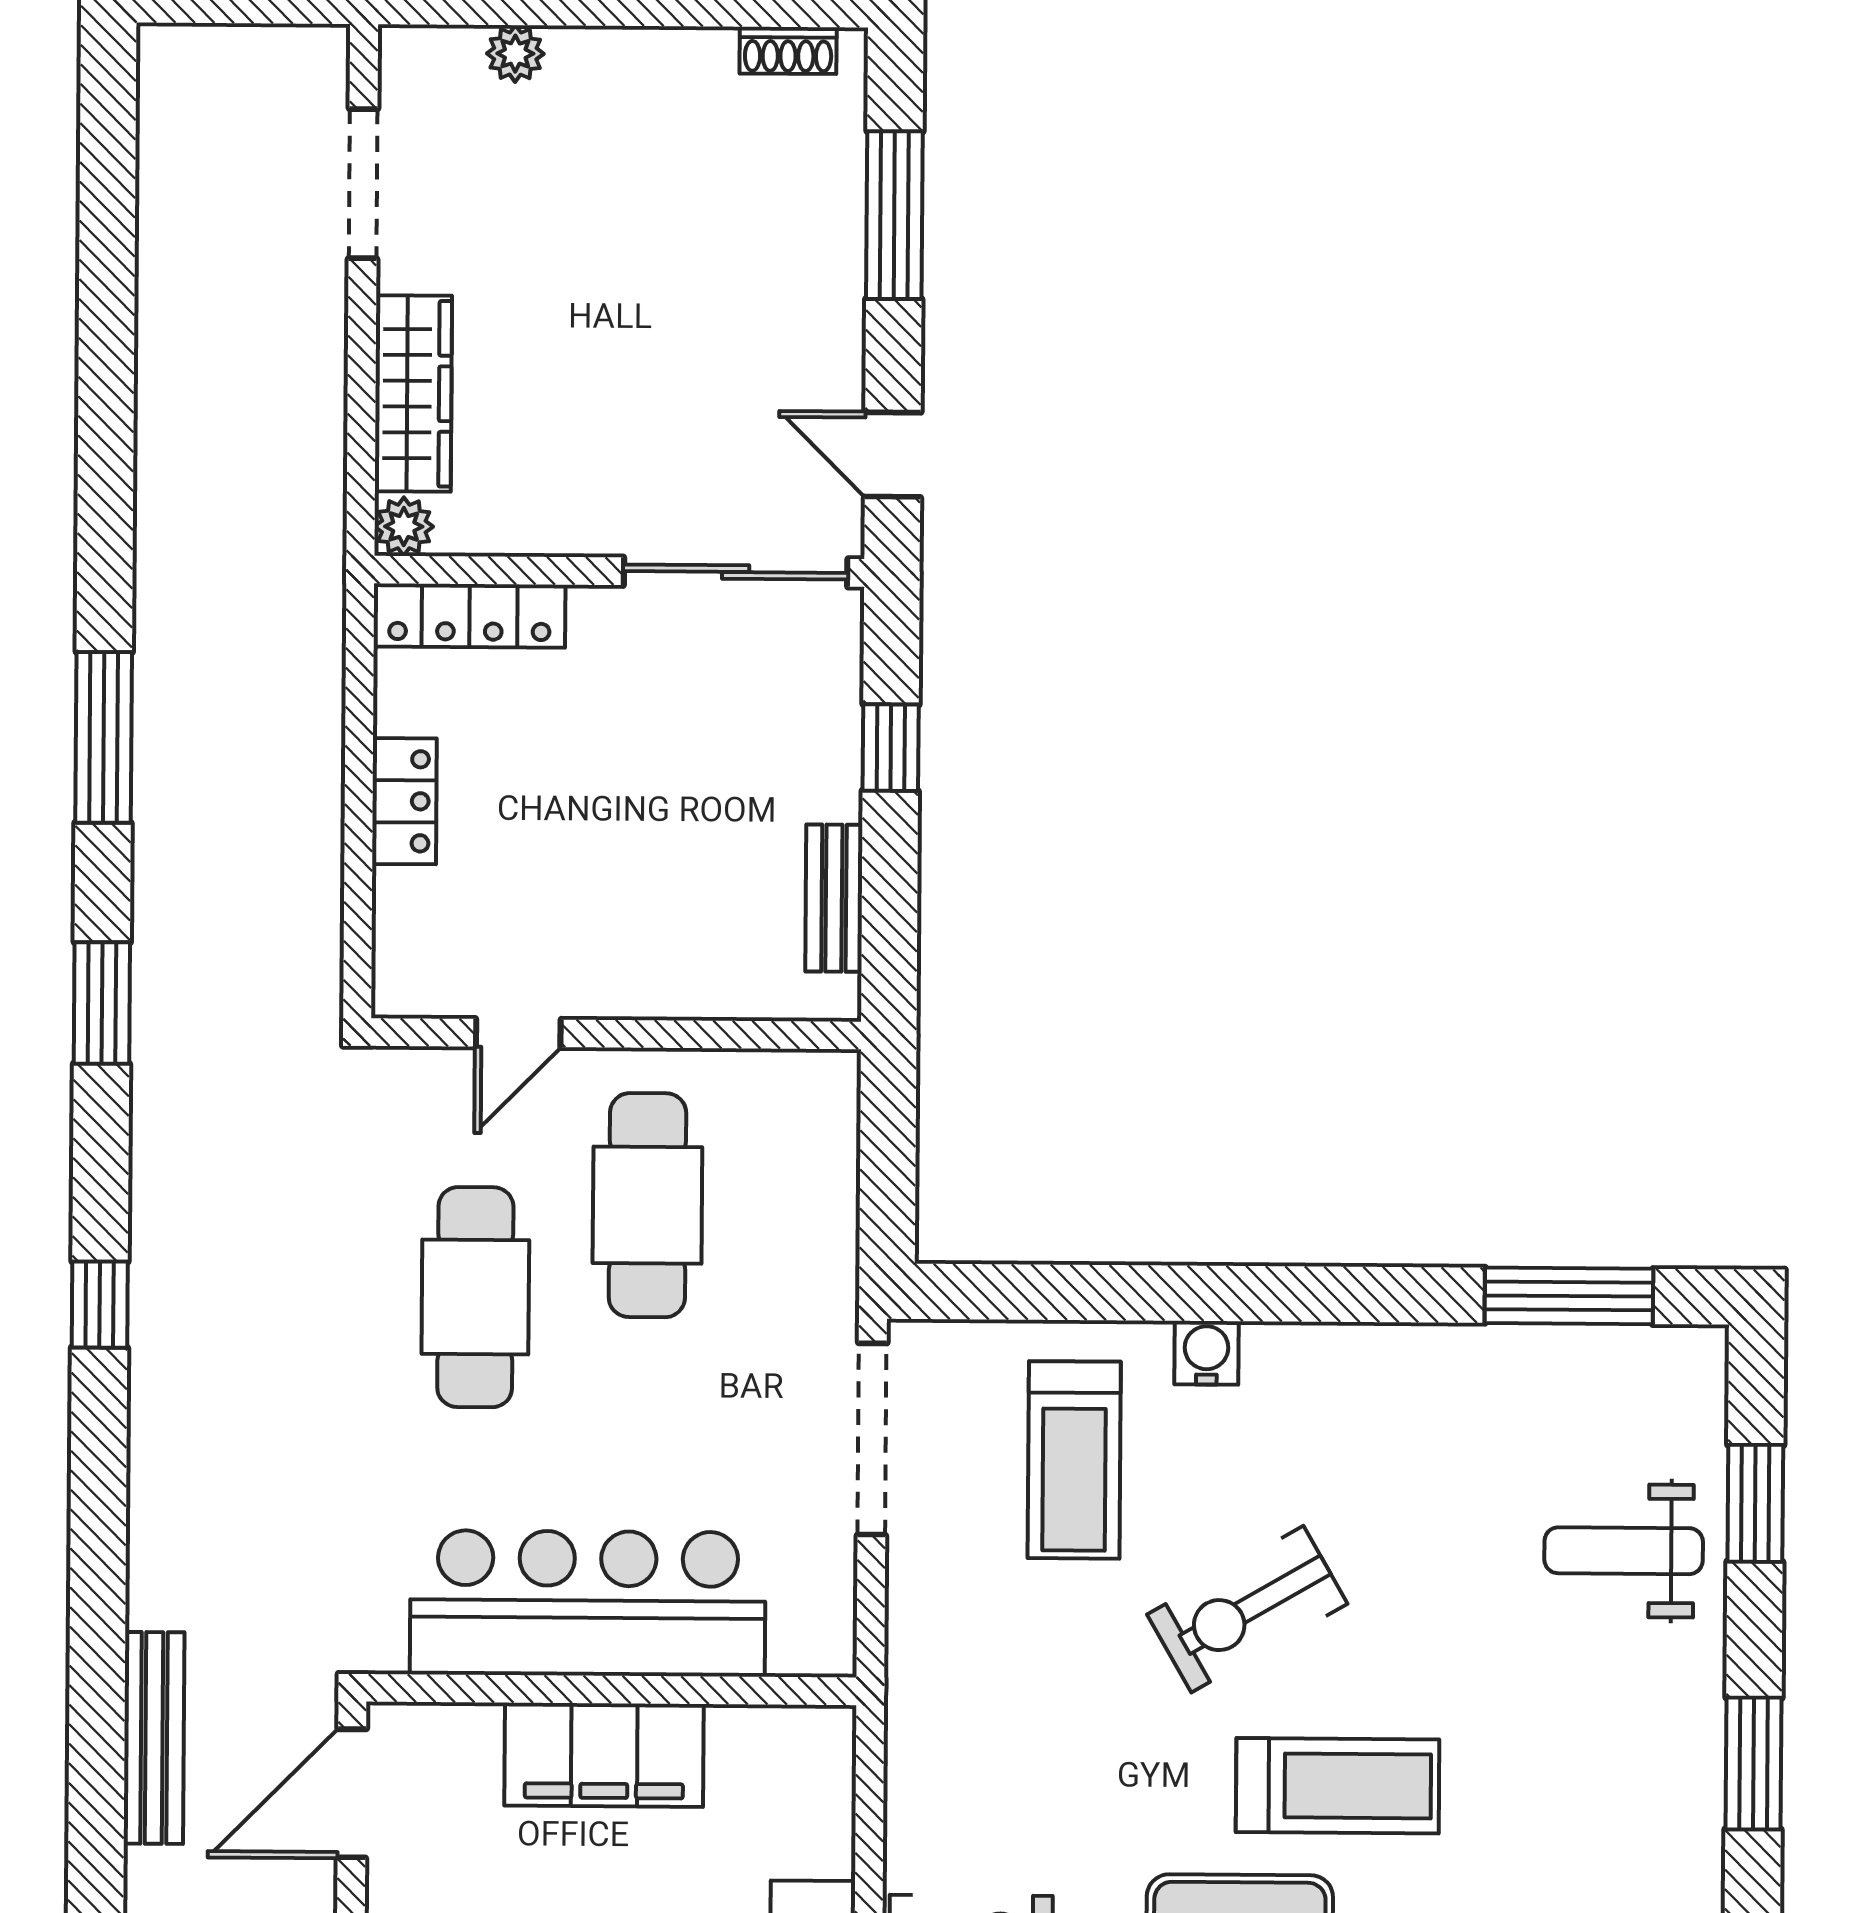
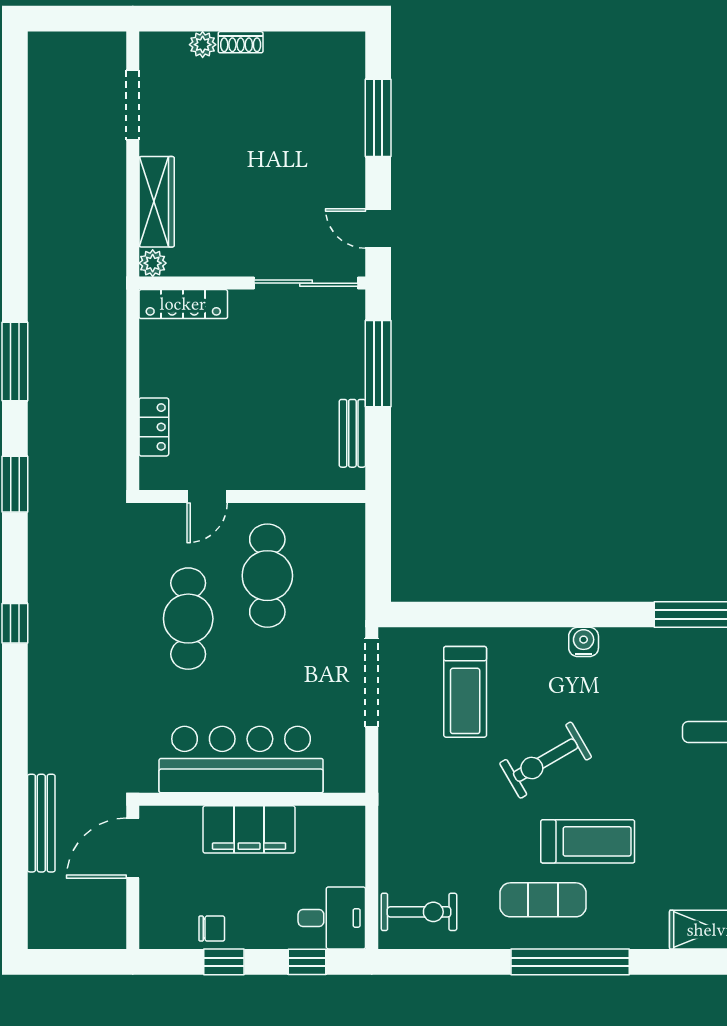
shoe rack: (788, 50) -> (241, 42), moved
window: (891, 748) -> (378, 364), width x2.17
locker: (404, 801) -> (154, 427), moved
water cooler: (1206, 1353) -> (584, 642), moved

